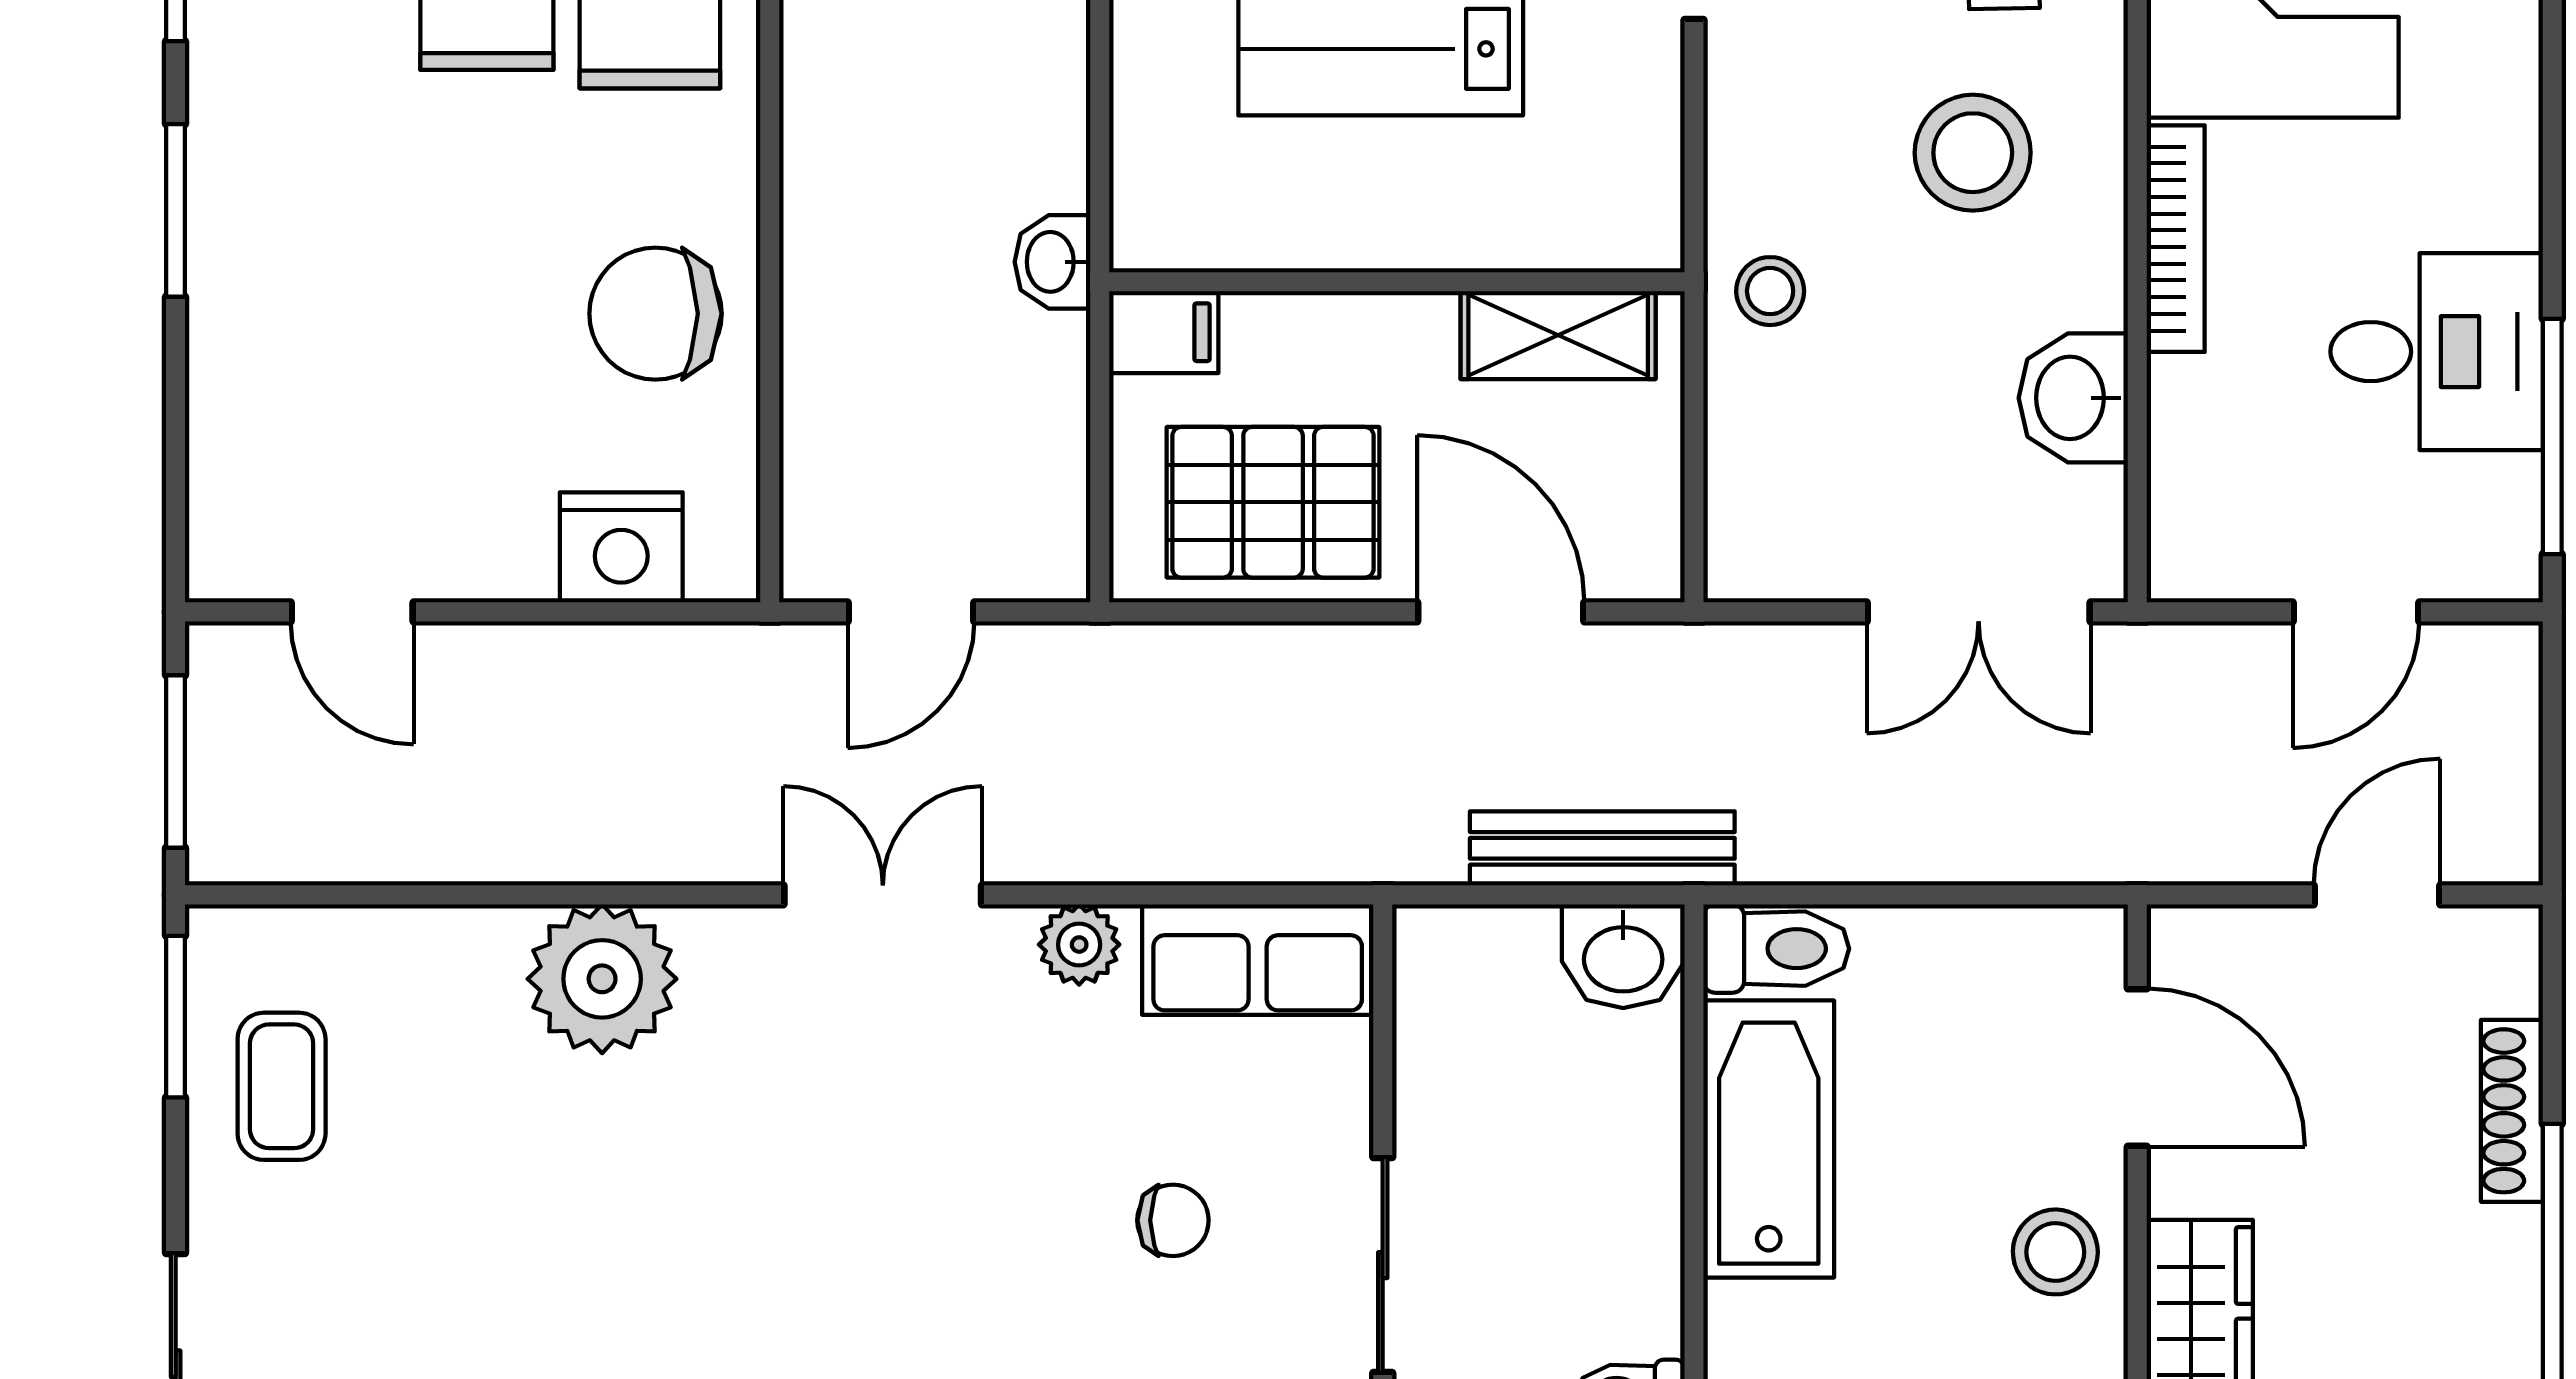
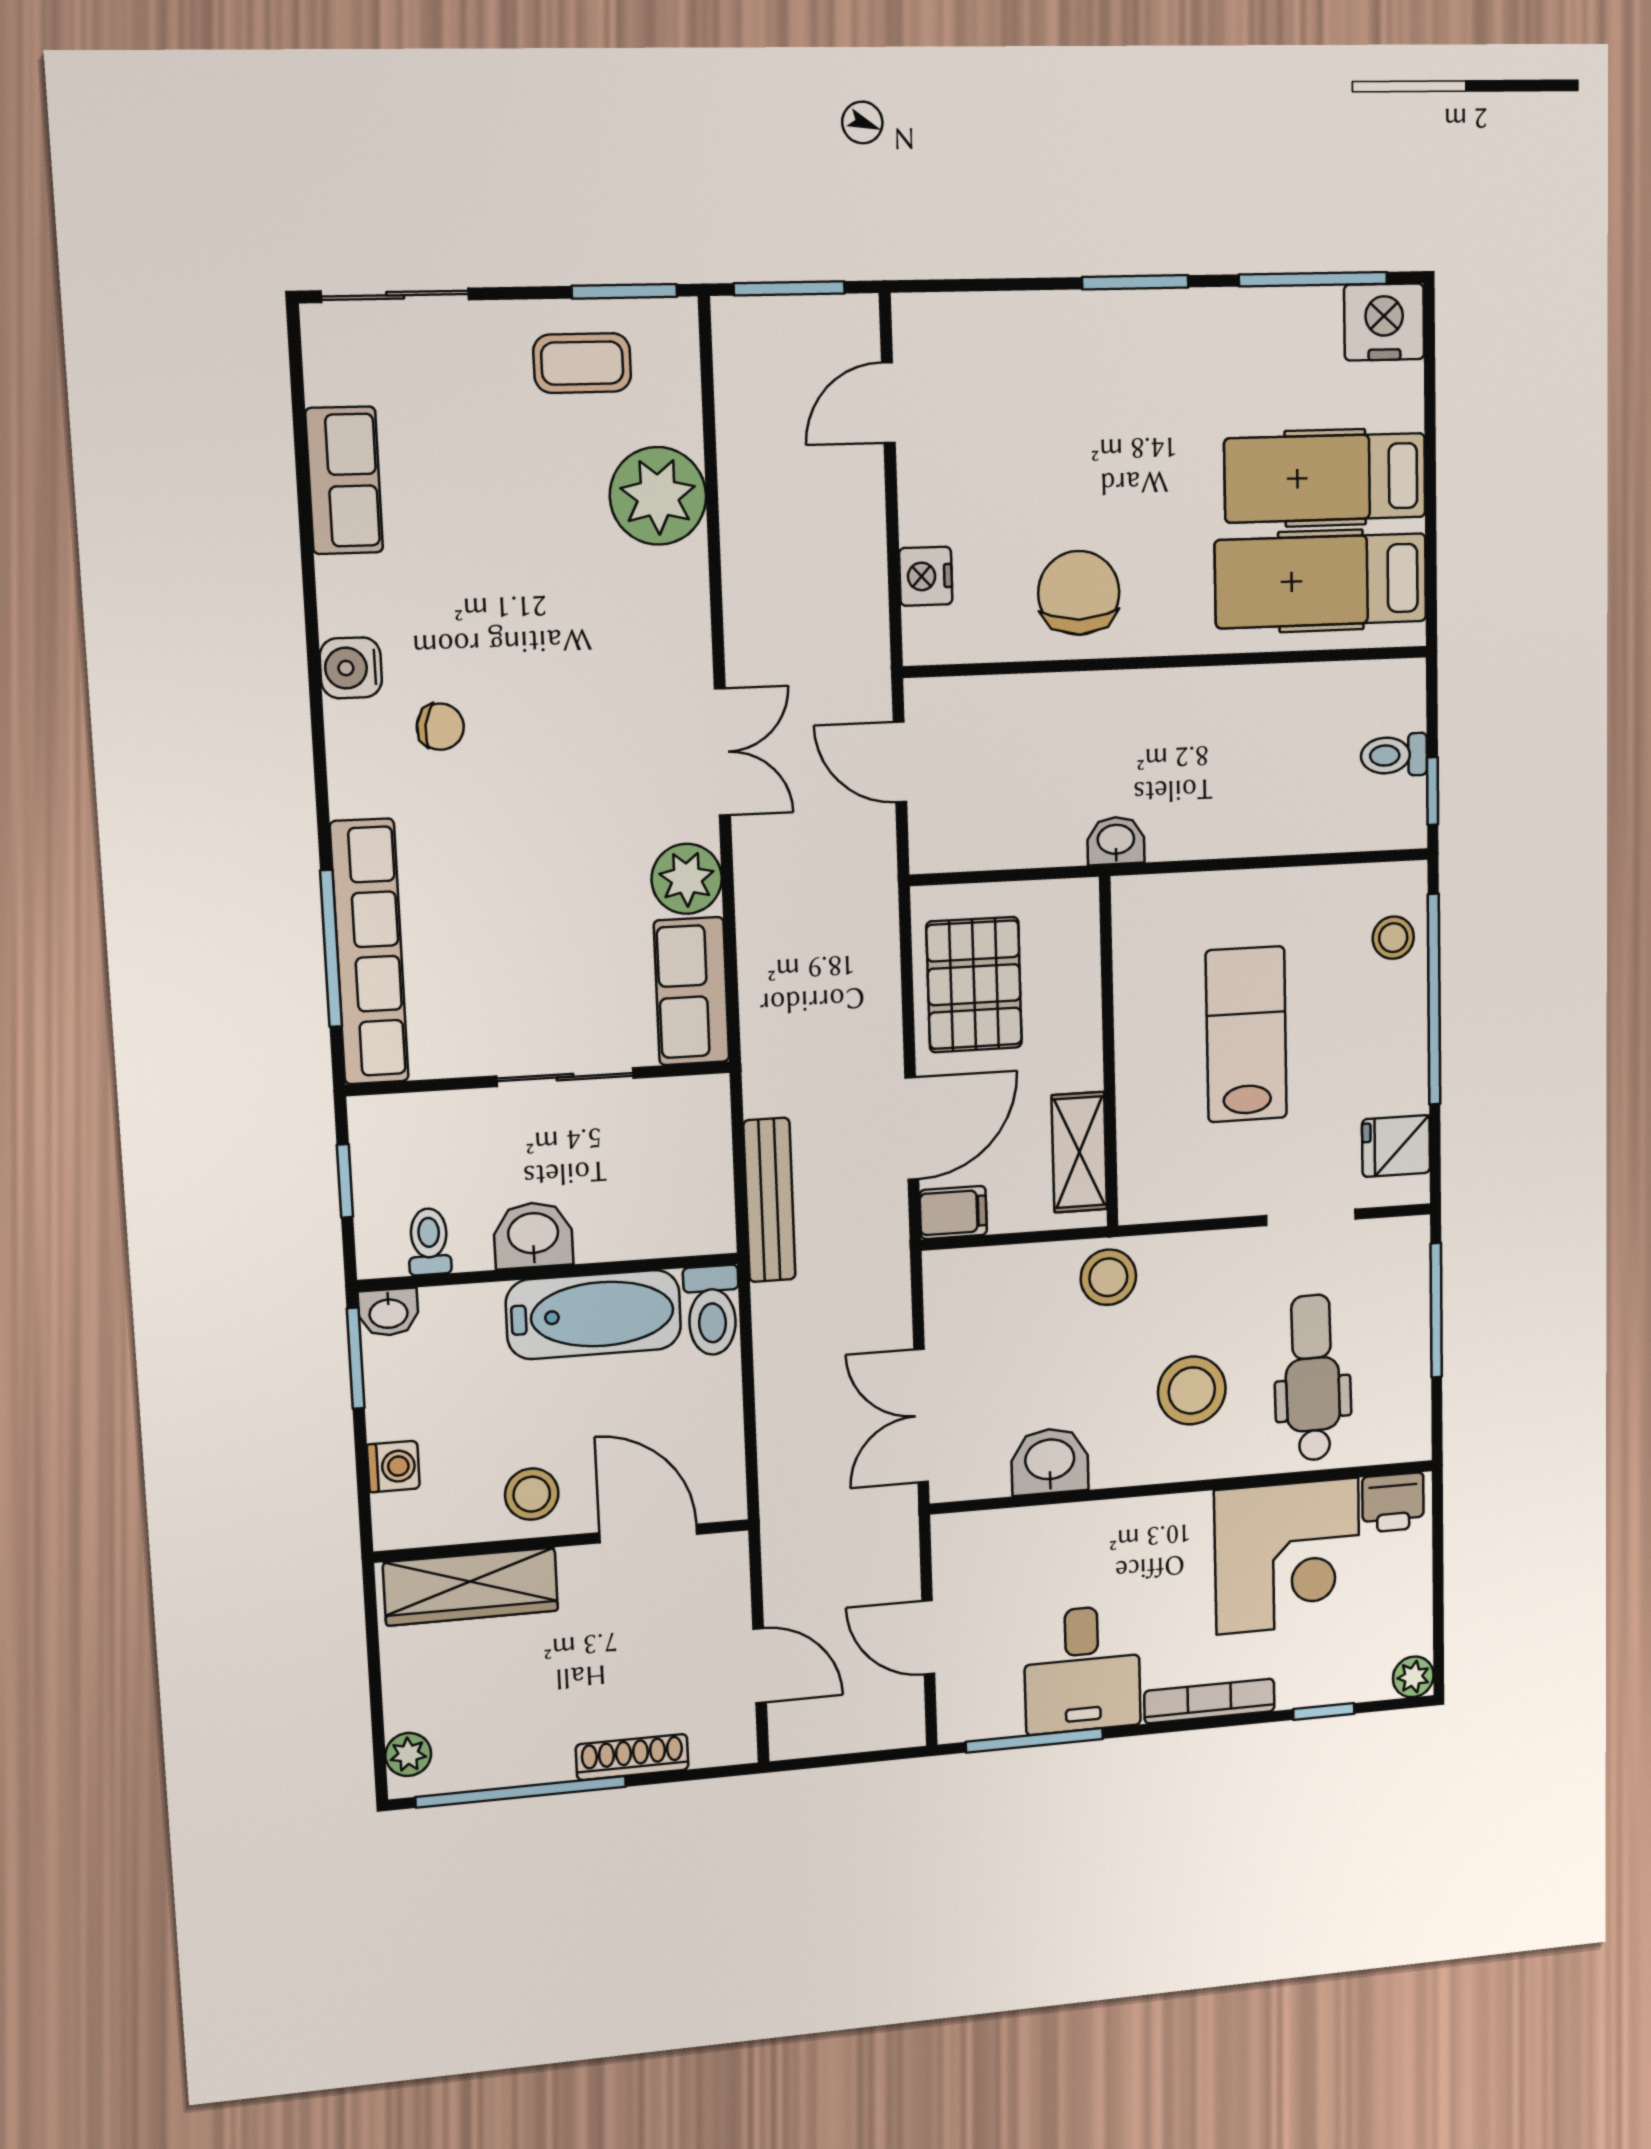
bookcase: (2176, 239) -> (1209, 1701), moved, turned 180
stool: (1770, 291) -> (1108, 1277), width x1.37, depth x1.37
filing cabinet: (1164, 332) -> (953, 1213), moved, turned -90
nightstand: (621, 547) -> (926, 576), width x0.74, depth x0.75
plant: (1079, 945) -> (687, 879), width x1.38, depth x1.38
washbasin: (1623, 956) -> (533, 1235), moved, turned 90
plant: (602, 979) -> (658, 496), moved
door: (2137, 1068) -> (648, 1533), swing flipped
chair: (1173, 1220) -> (440, 727), moved, turned -81
sliding door: (1383, 1265) -> (565, 1077), moved

